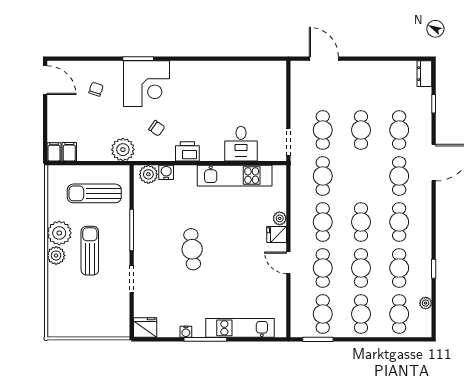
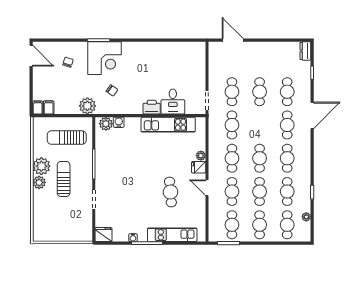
printer: (187, 151) -> (152, 107), moved
cafe table: (192, 249) -> (170, 192), moved

